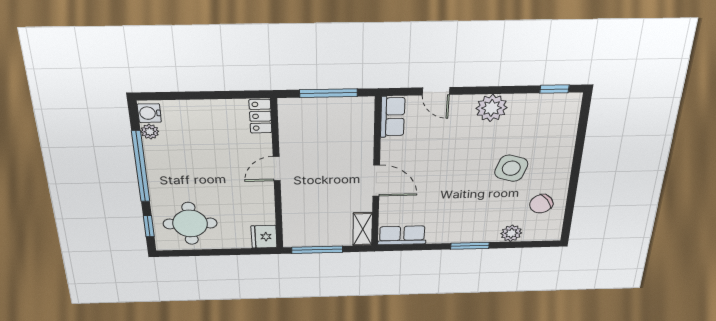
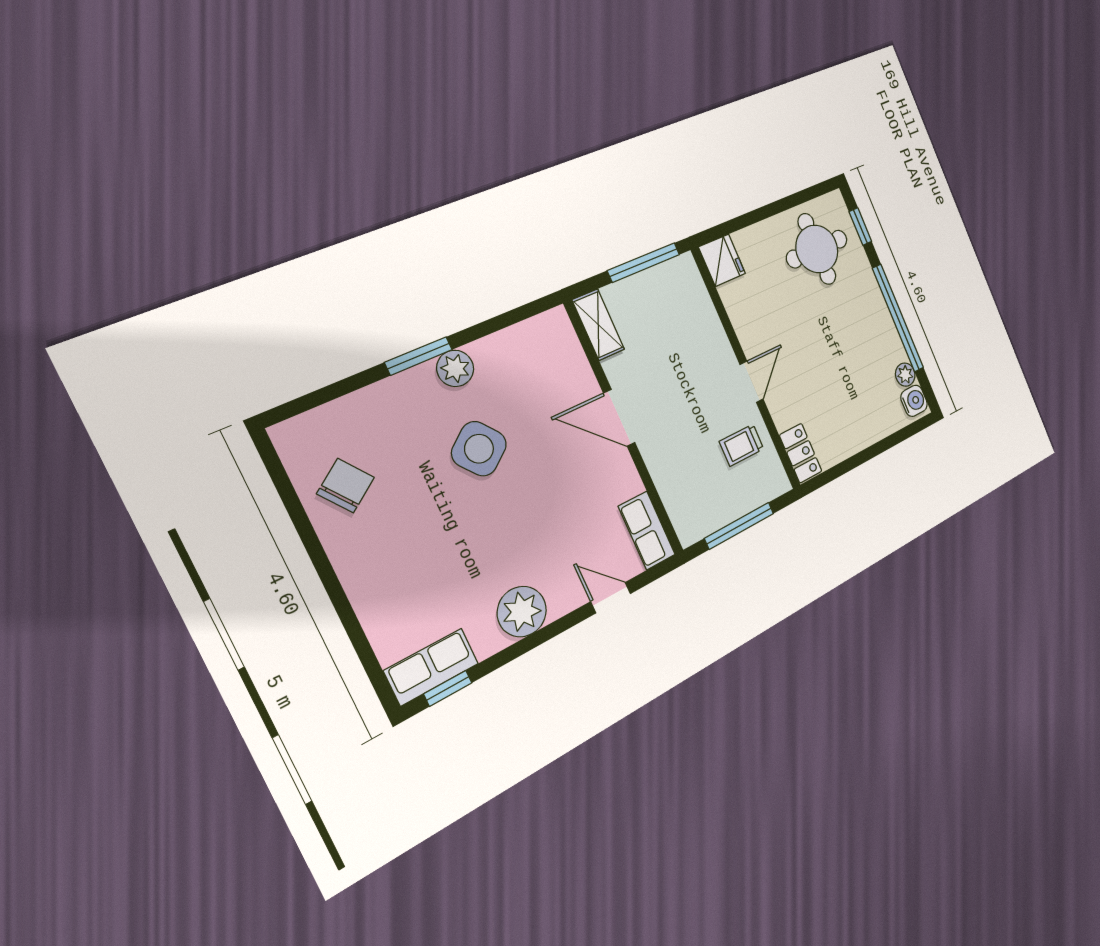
trolley: (302, 137) -> (742, 445), added
side table: (511, 168) -> (479, 449), moved, turned 35
plant: (511, 233) -> (455, 368), moved
row of seats: (402, 235) -> (431, 667), moved, turned 180

